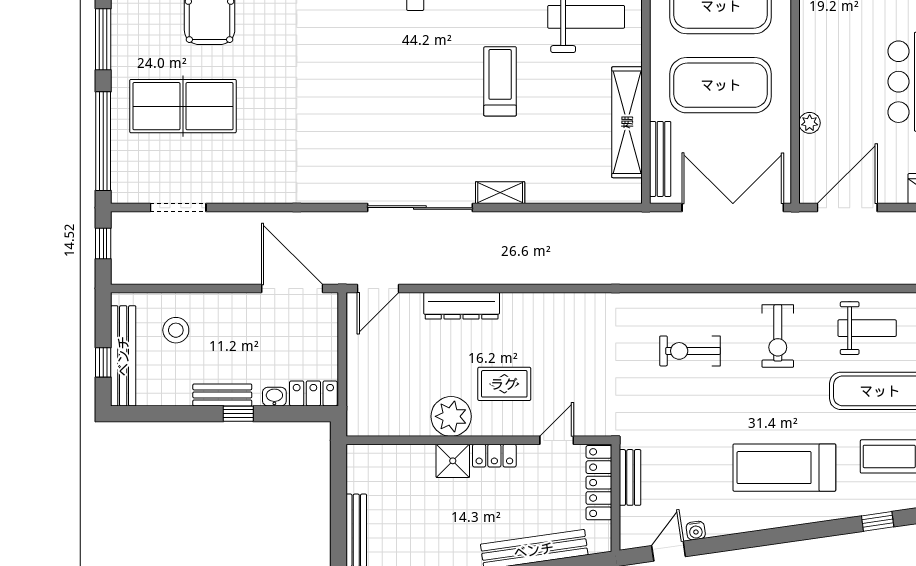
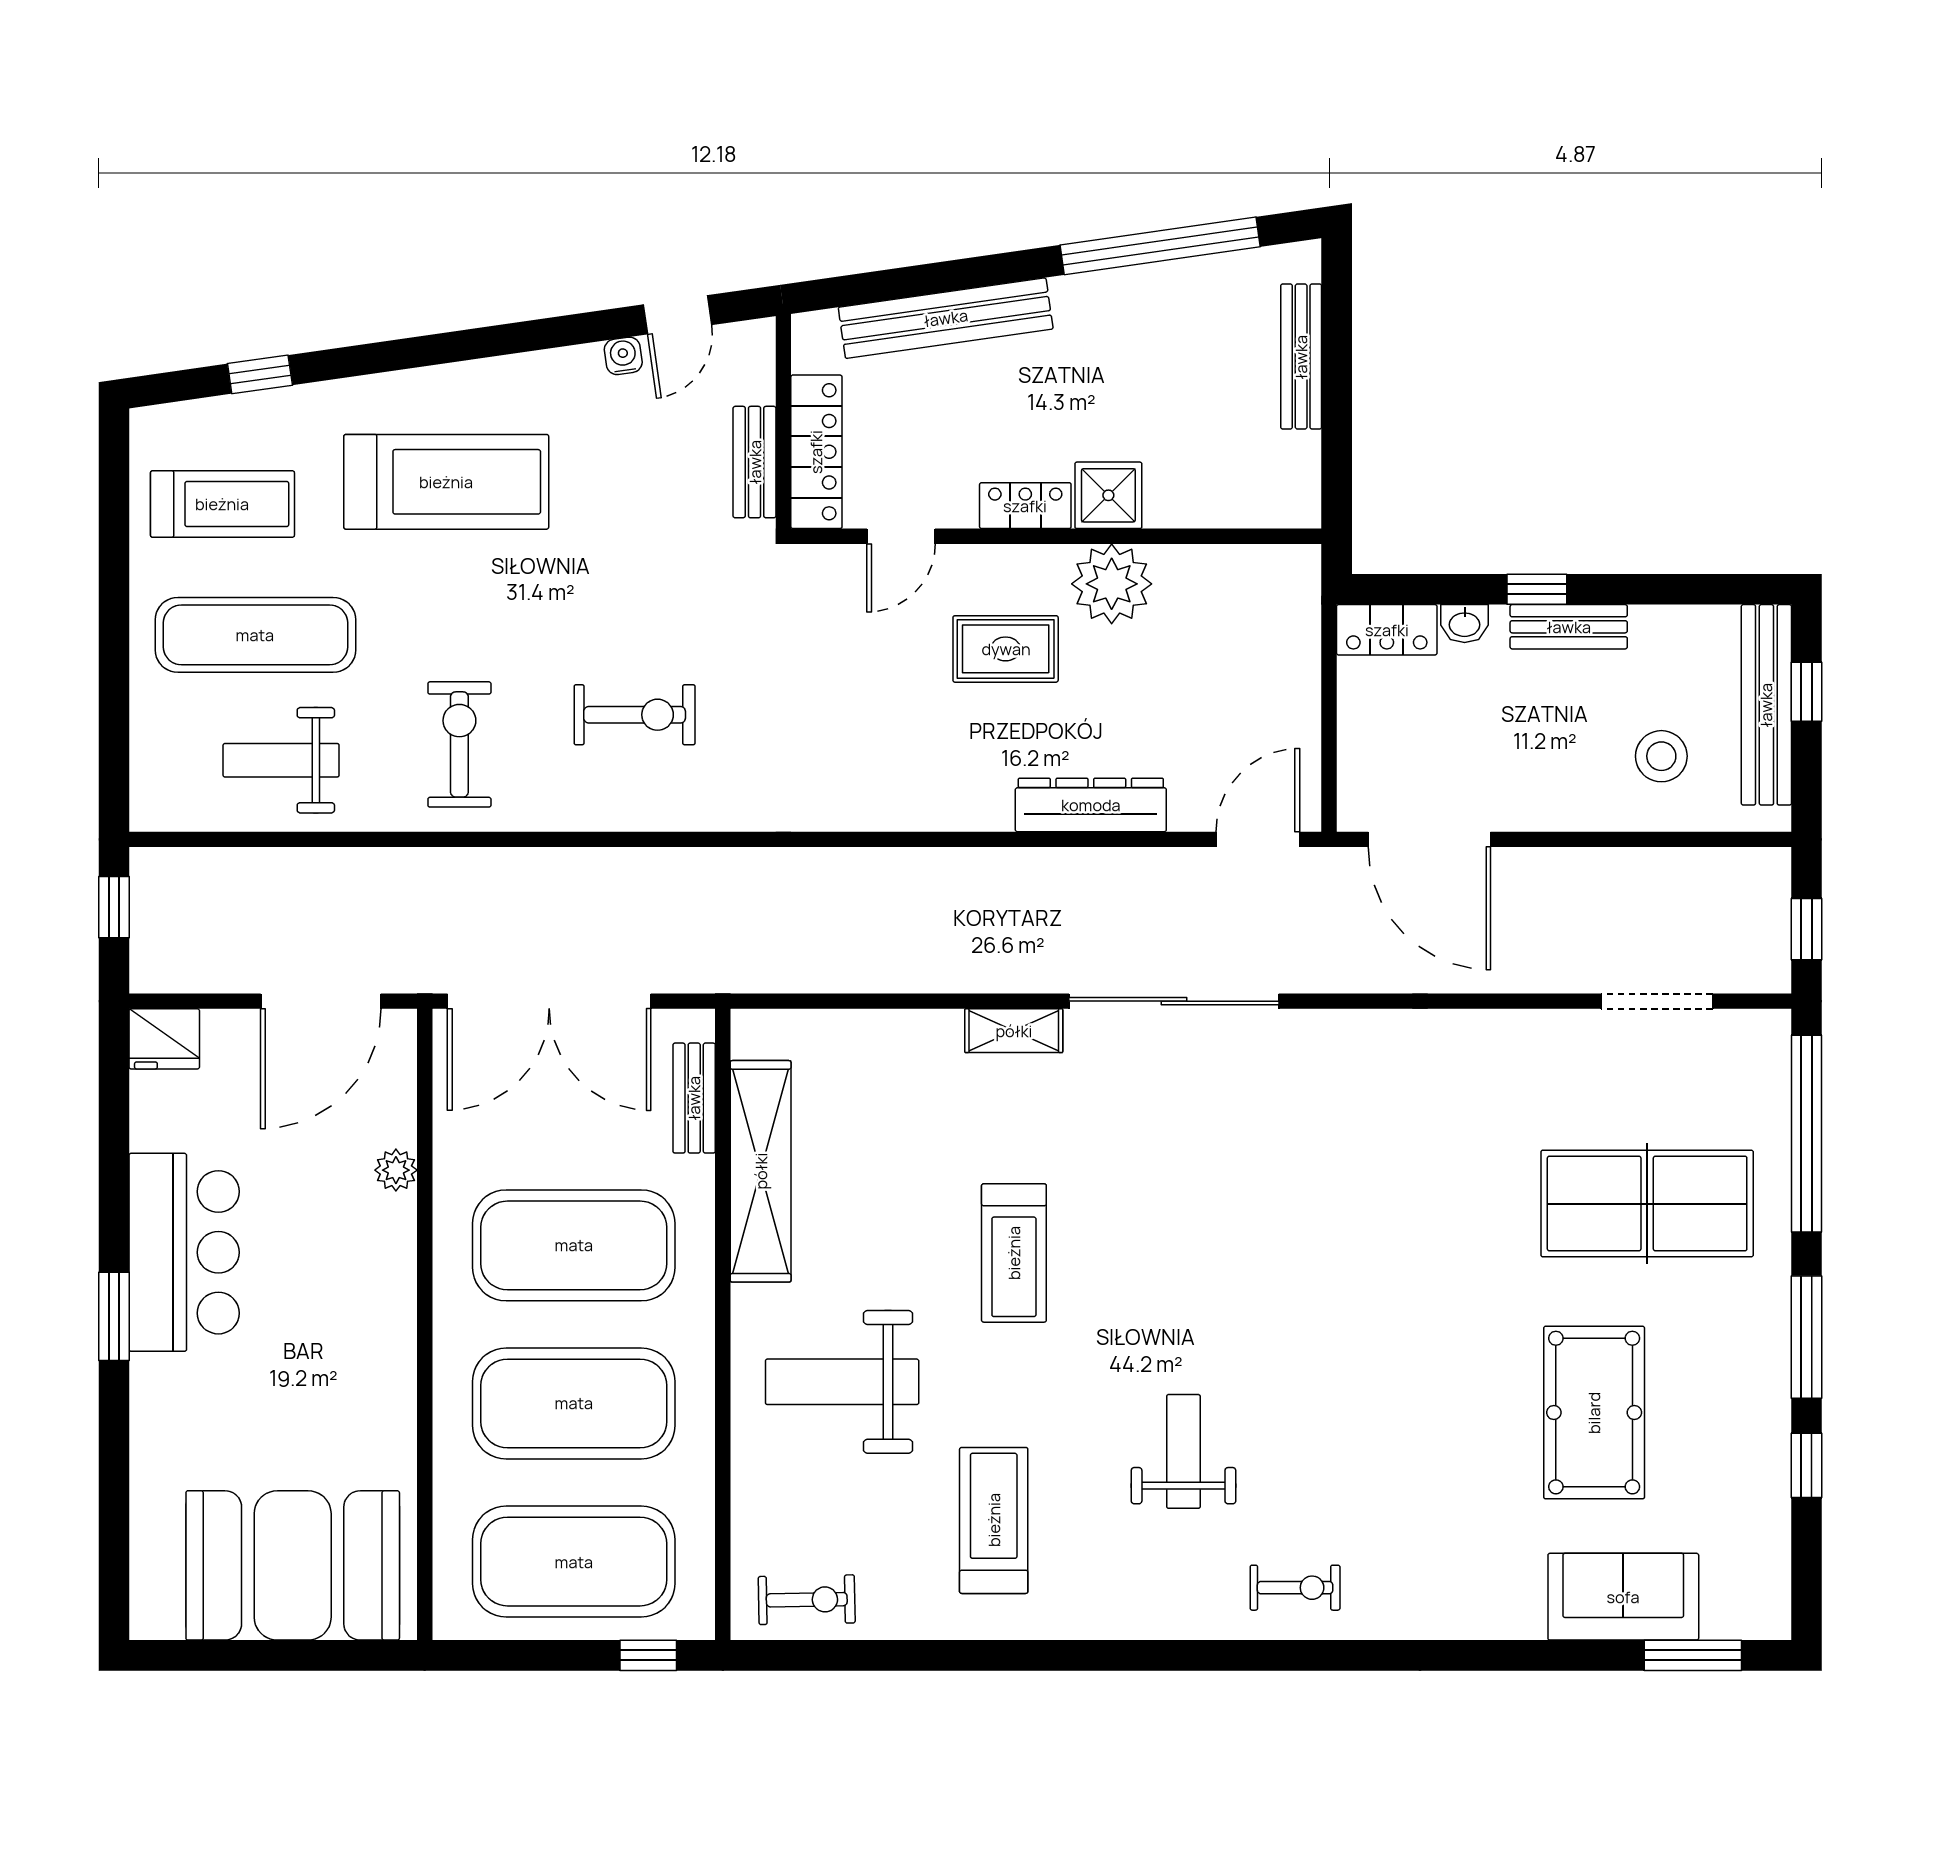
bench: (660, 159) -> (694, 1098), width x0.73

